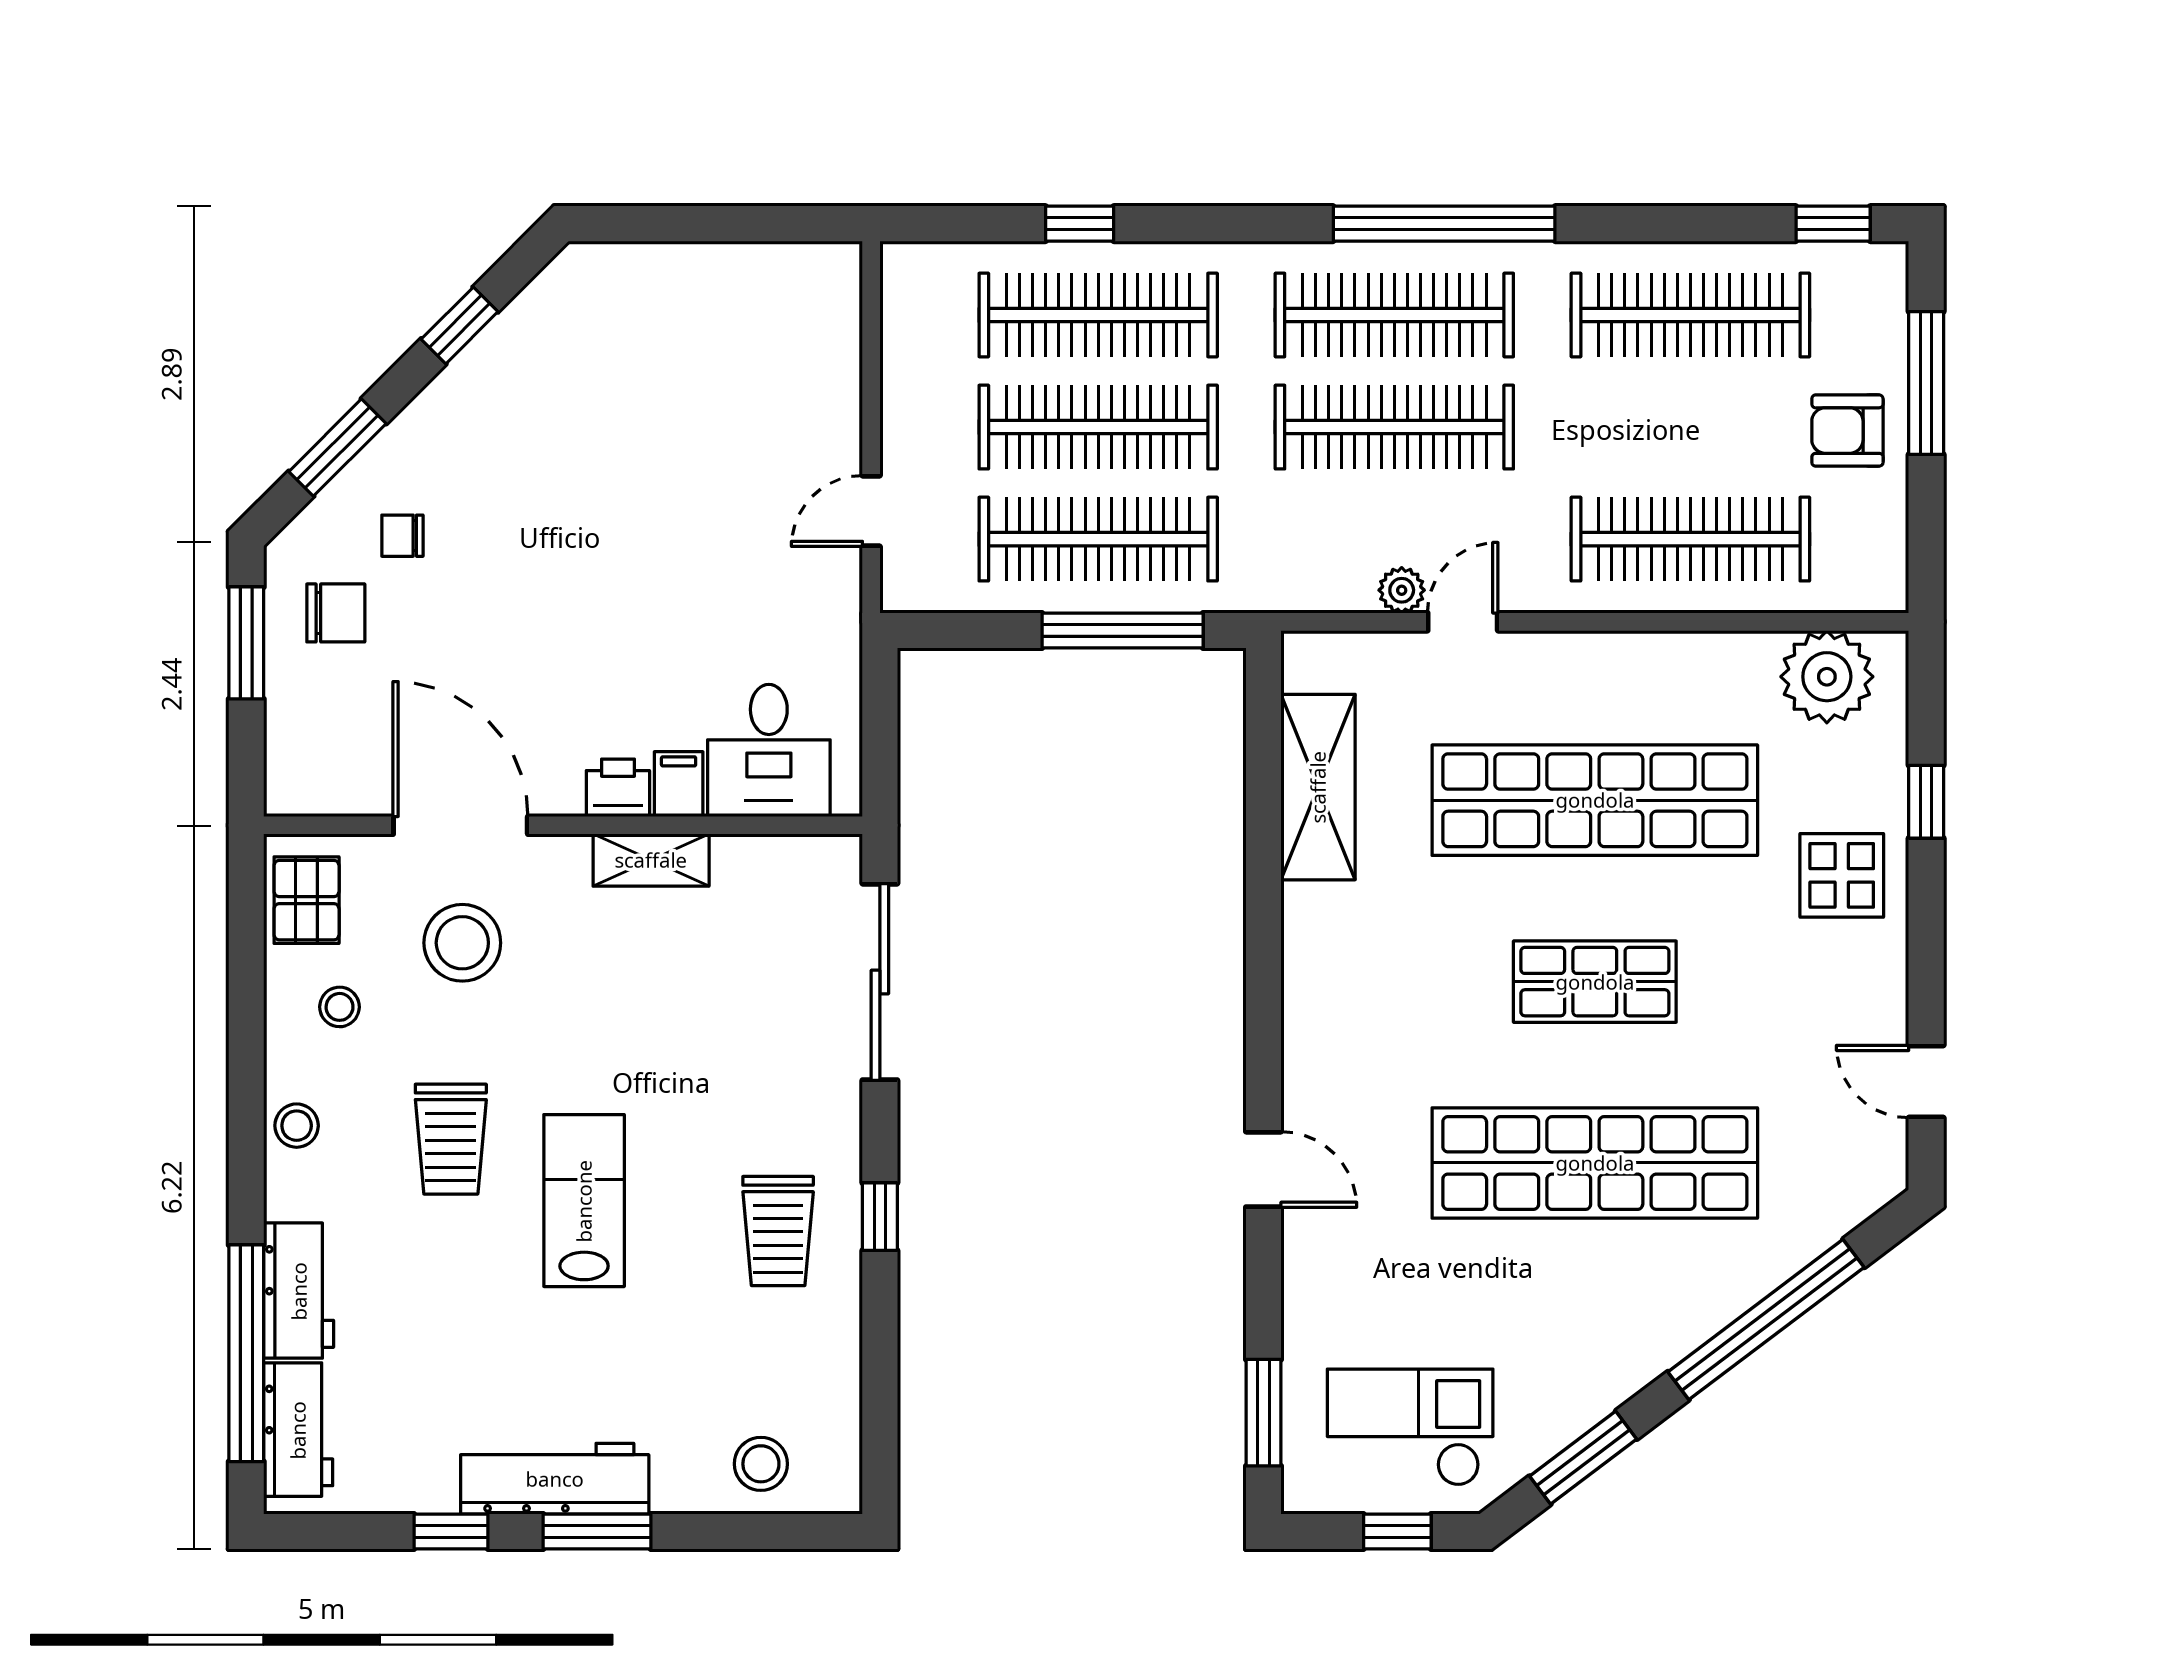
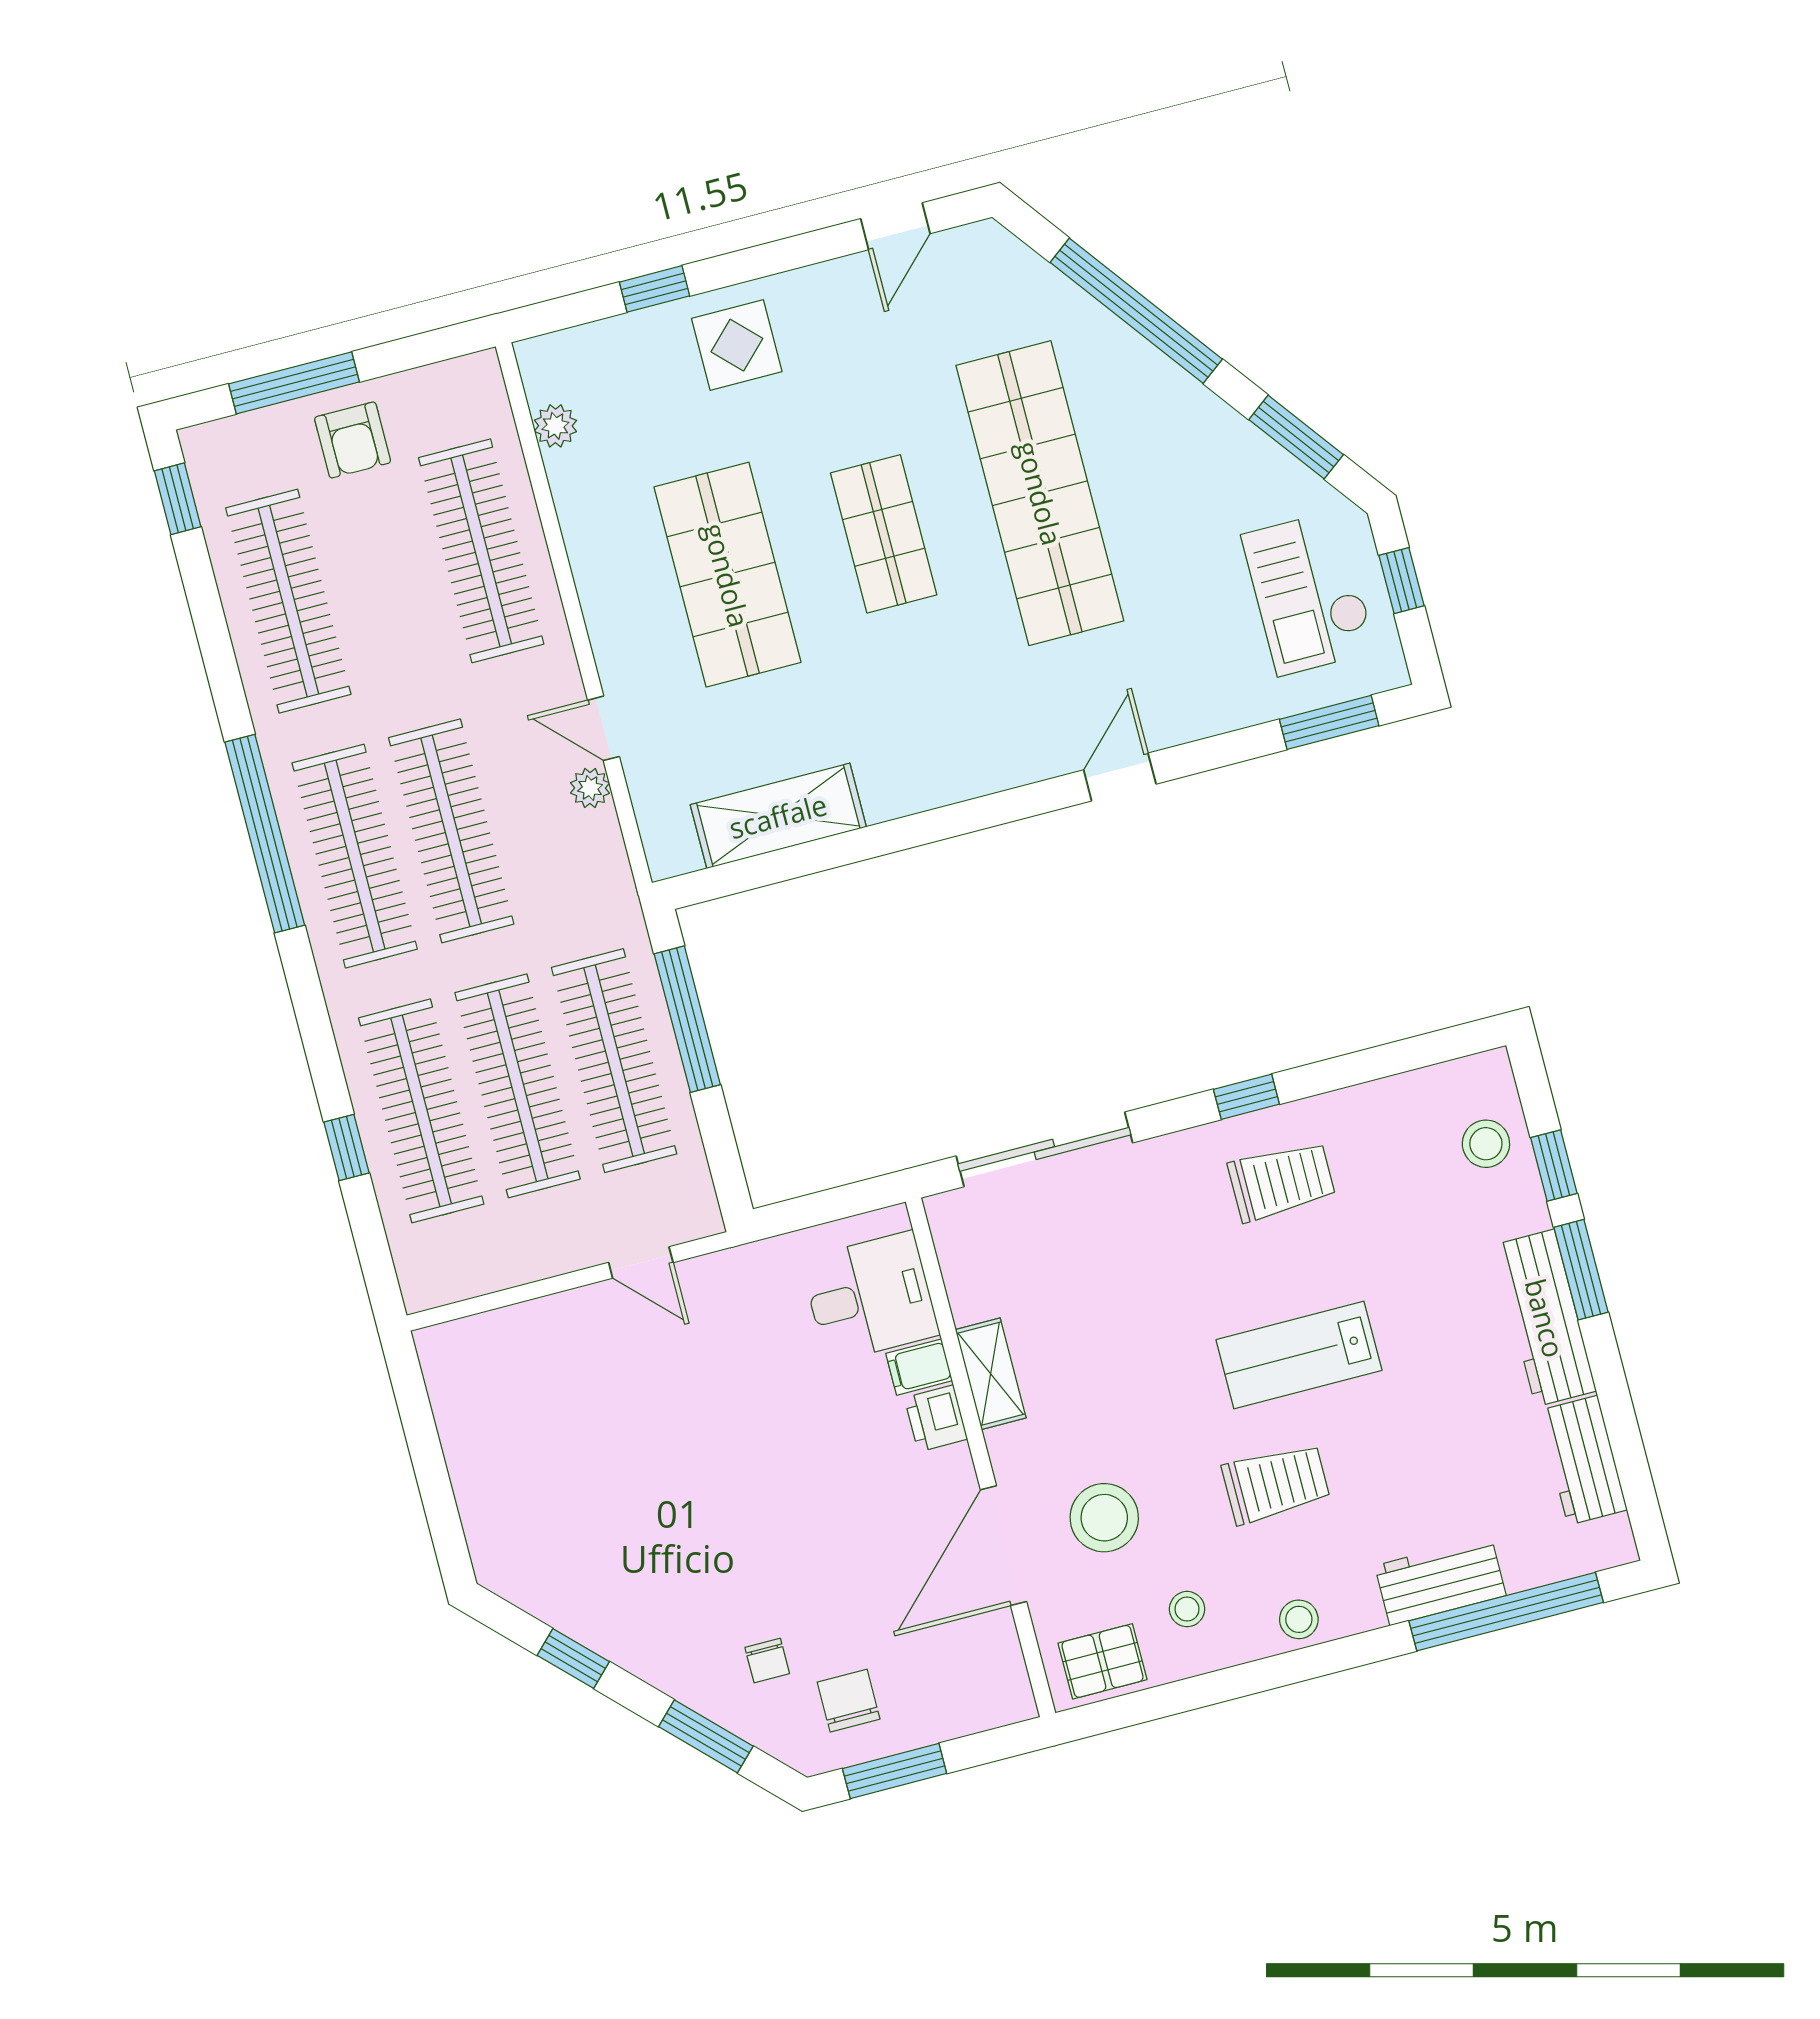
plant: (1827, 677) -> (555, 426), width x0.53, depth x0.53
shop shelf: (1595, 800) -> (727, 575), width x0.71
workbench: (298, 1430) -> (1583, 1460), moved, turned -90
window: (451, 1531) -> (1554, 1166), moved

